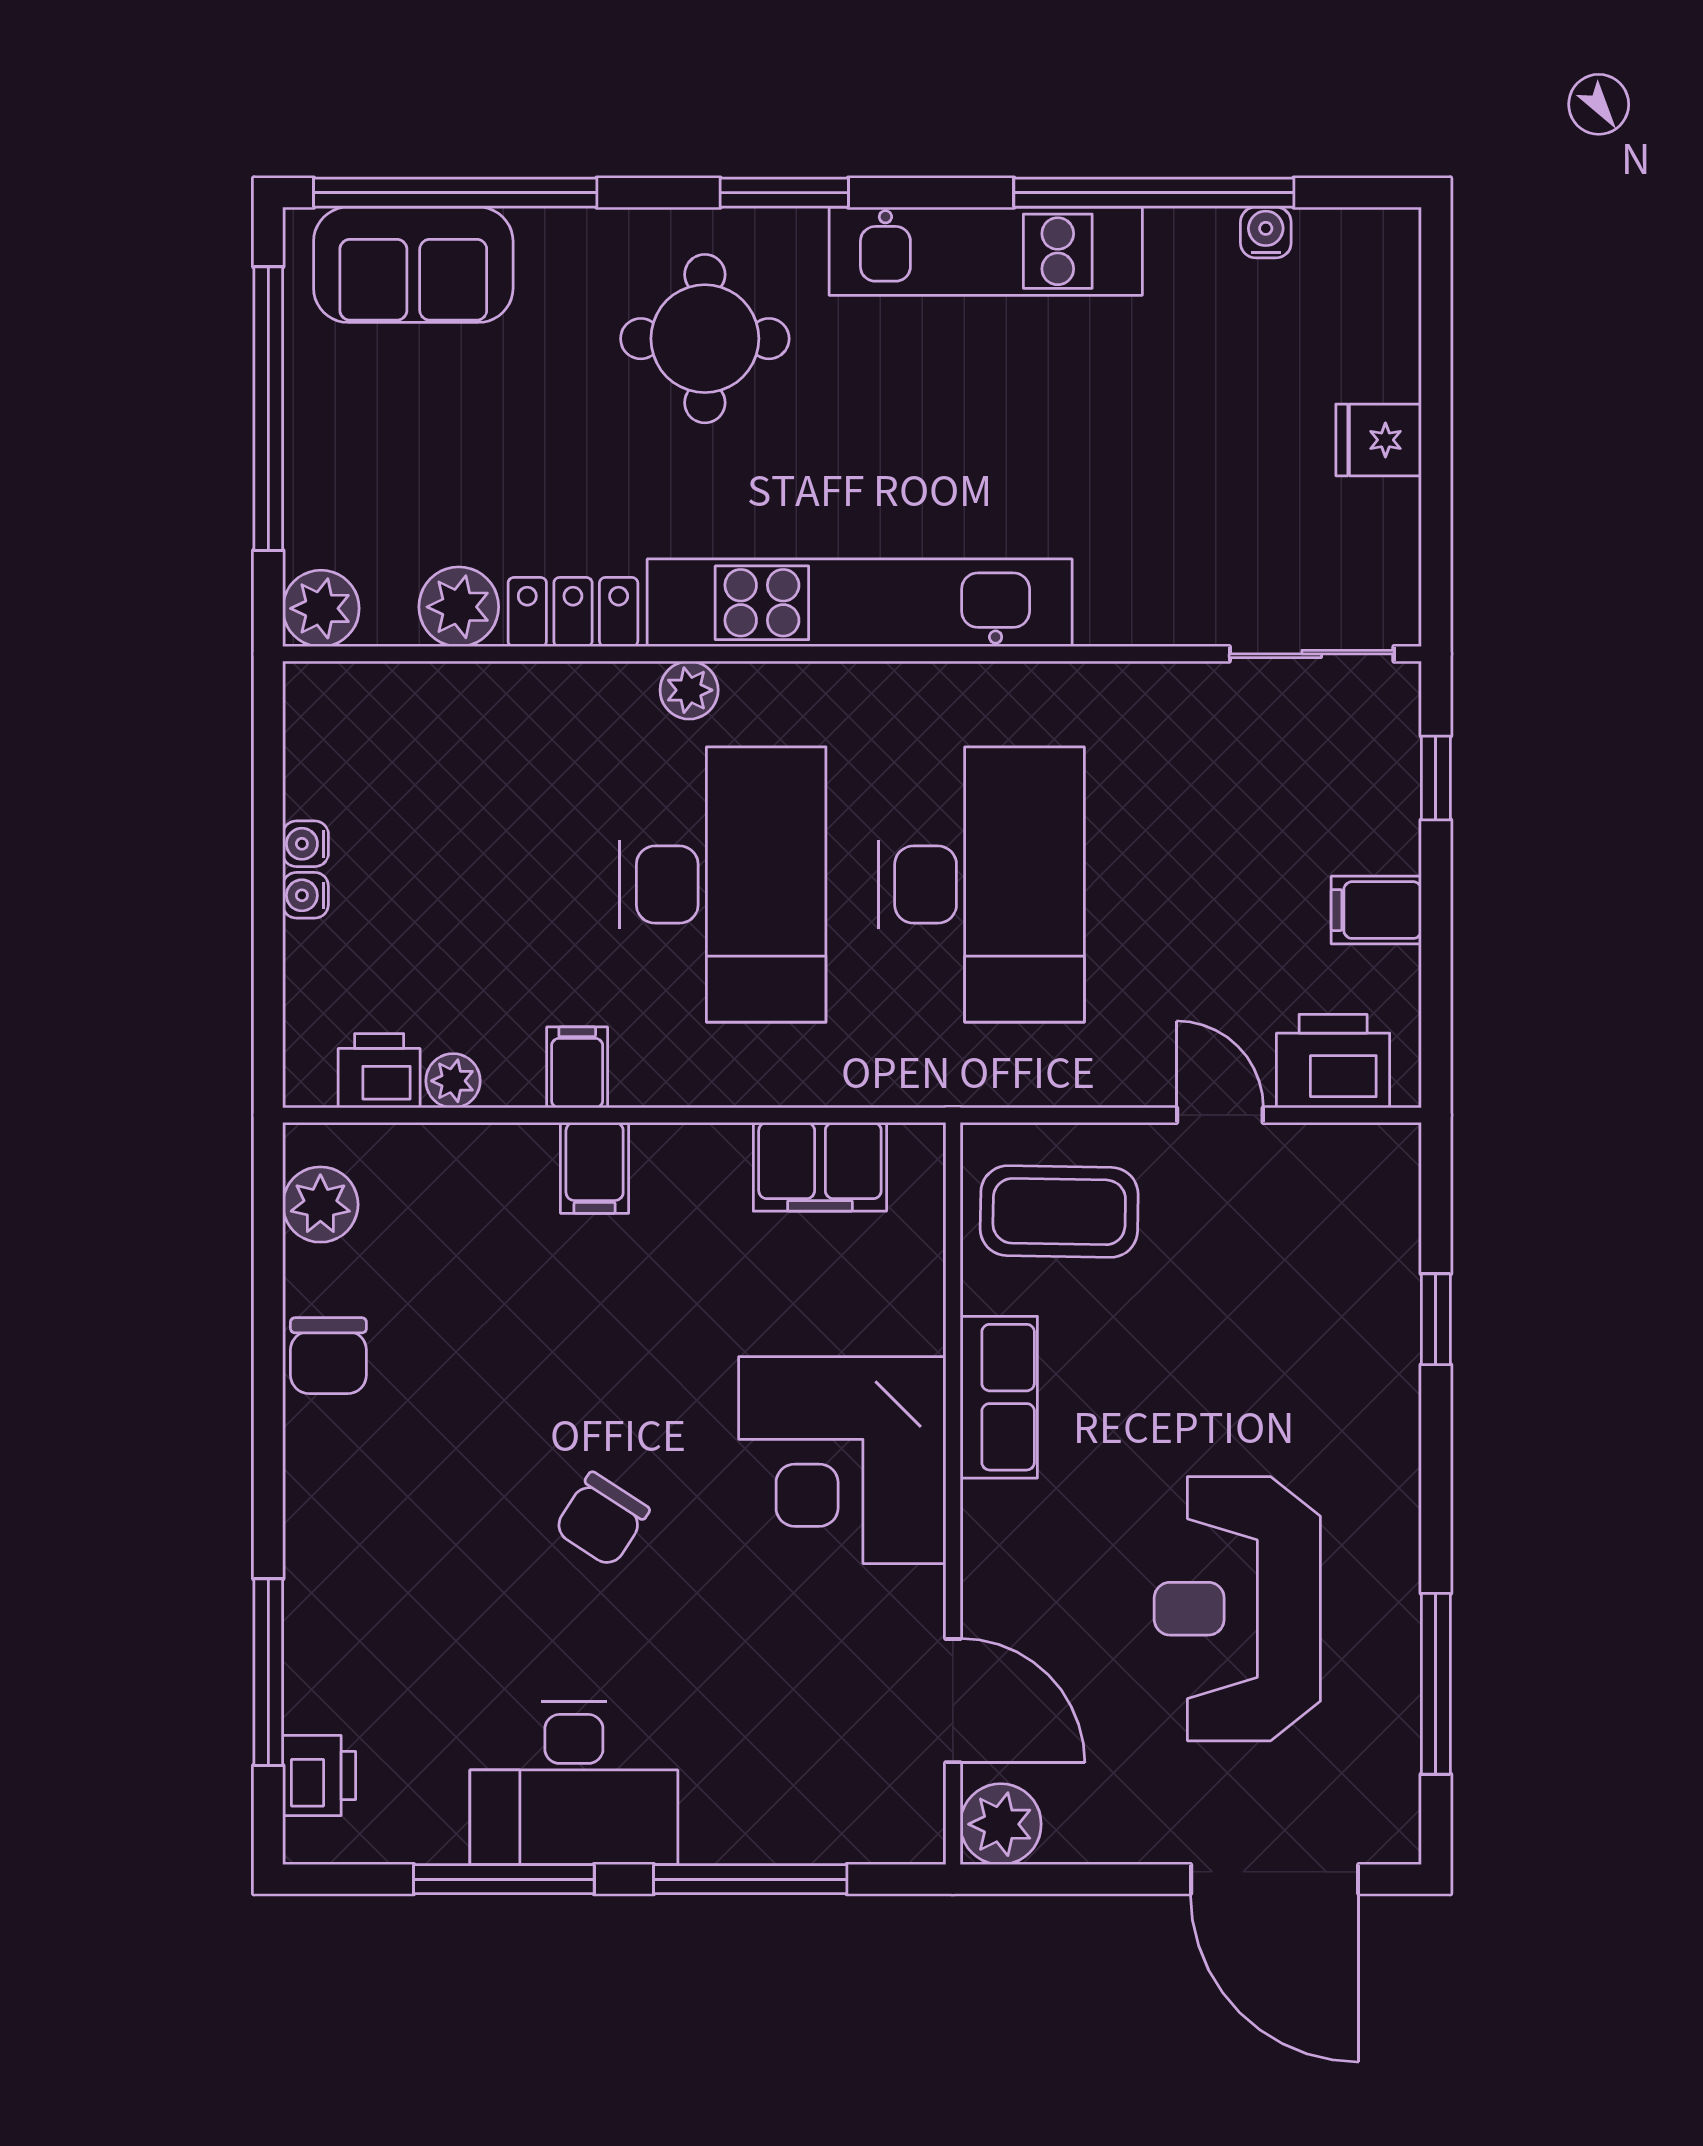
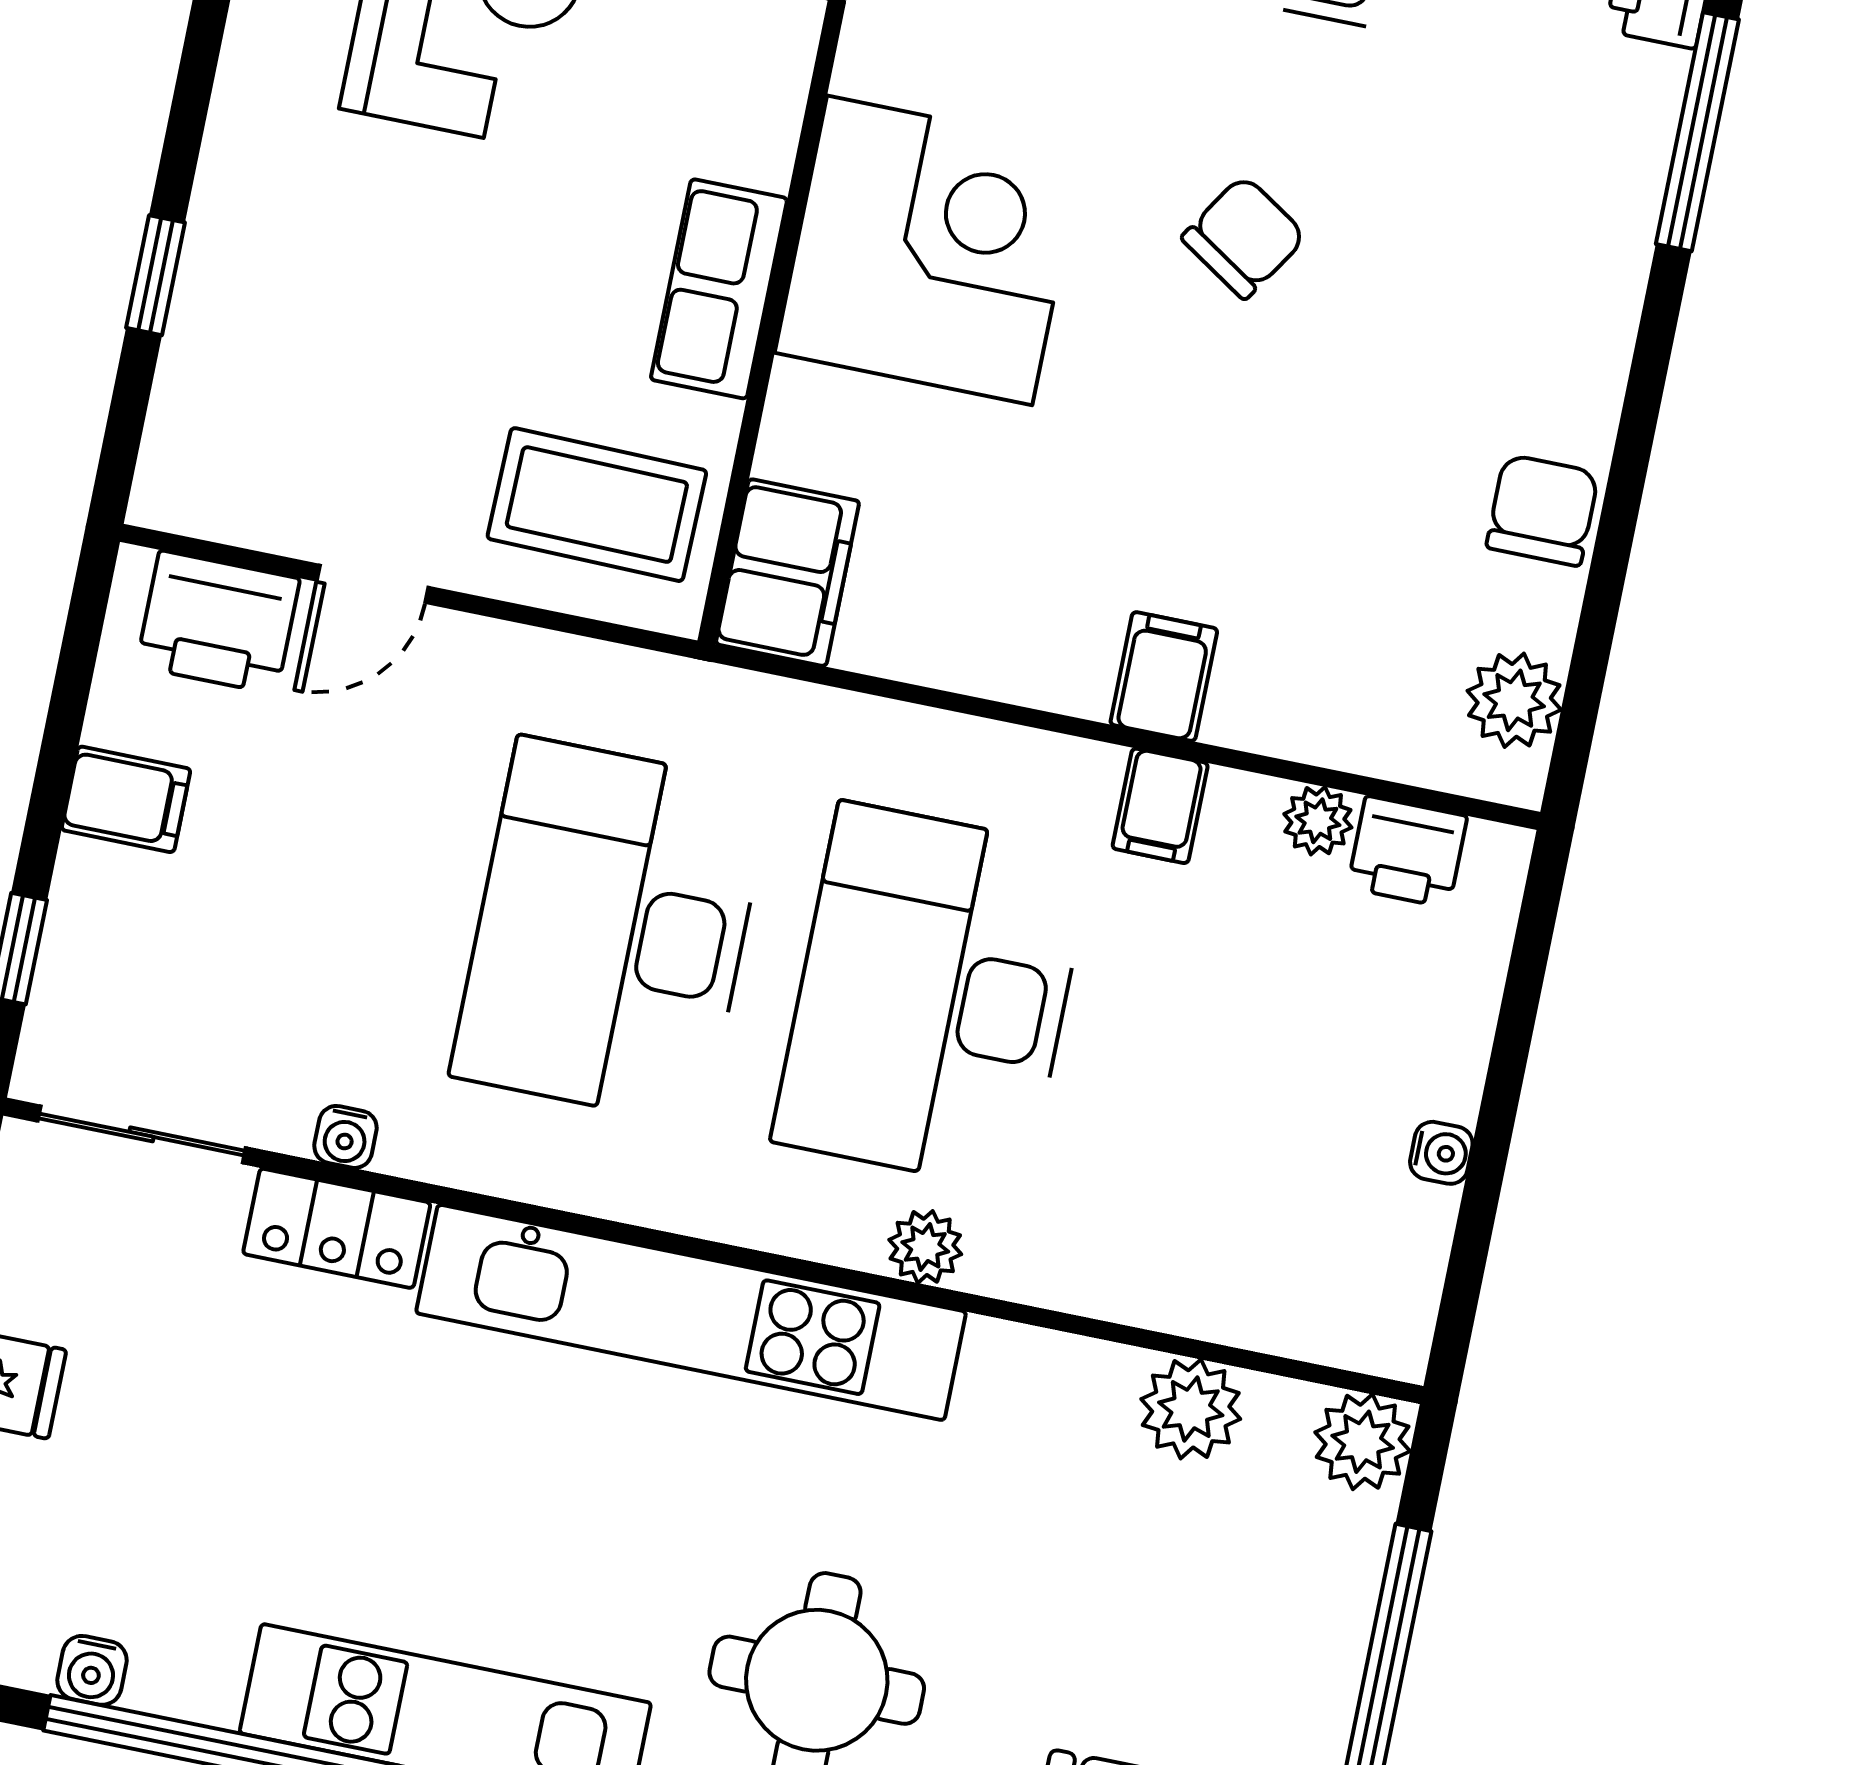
locker: (573, 612) -> (337, 1228), moved
water cooler: (306, 895) -> (345, 1137), moved, turned 90
door: (1220, 1115) -> (373, 584), hinge flipped
filing cabinet: (820, 1167) -> (787, 573), moved, turned 90

